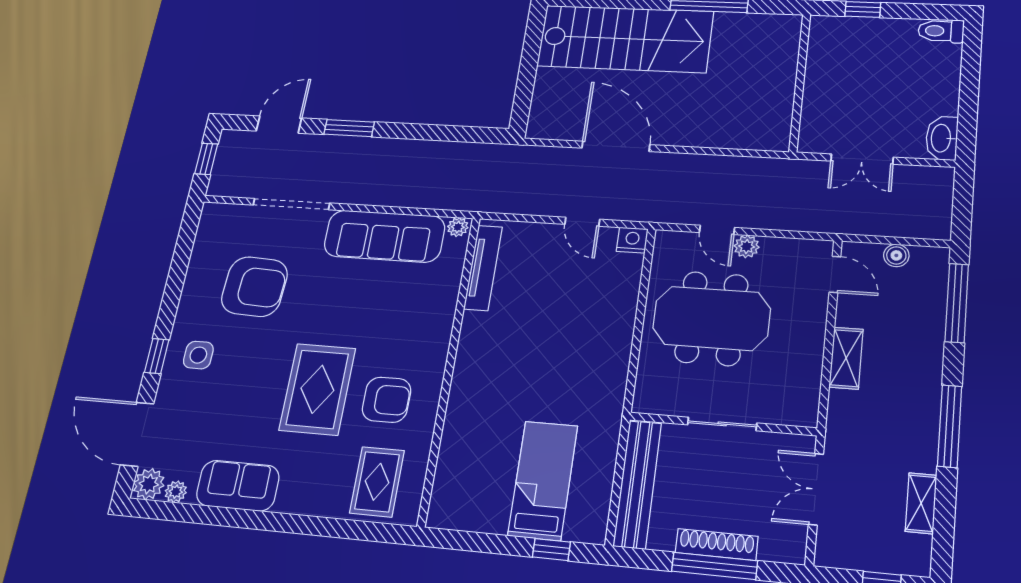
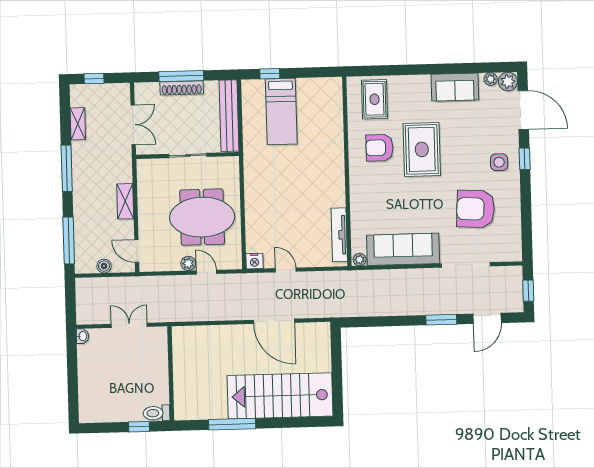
toilet: (941, 31) -> (157, 413), moved, turned 180
washbasin: (942, 138) -> (83, 336), width x0.52, depth x0.69

